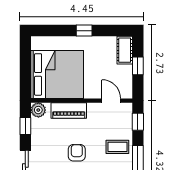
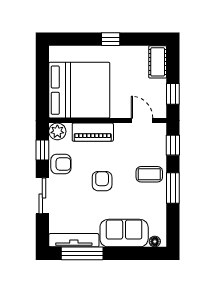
window: (138, 66) -> (173, 94), moved
armchair: (41, 138) -> (61, 164), added

